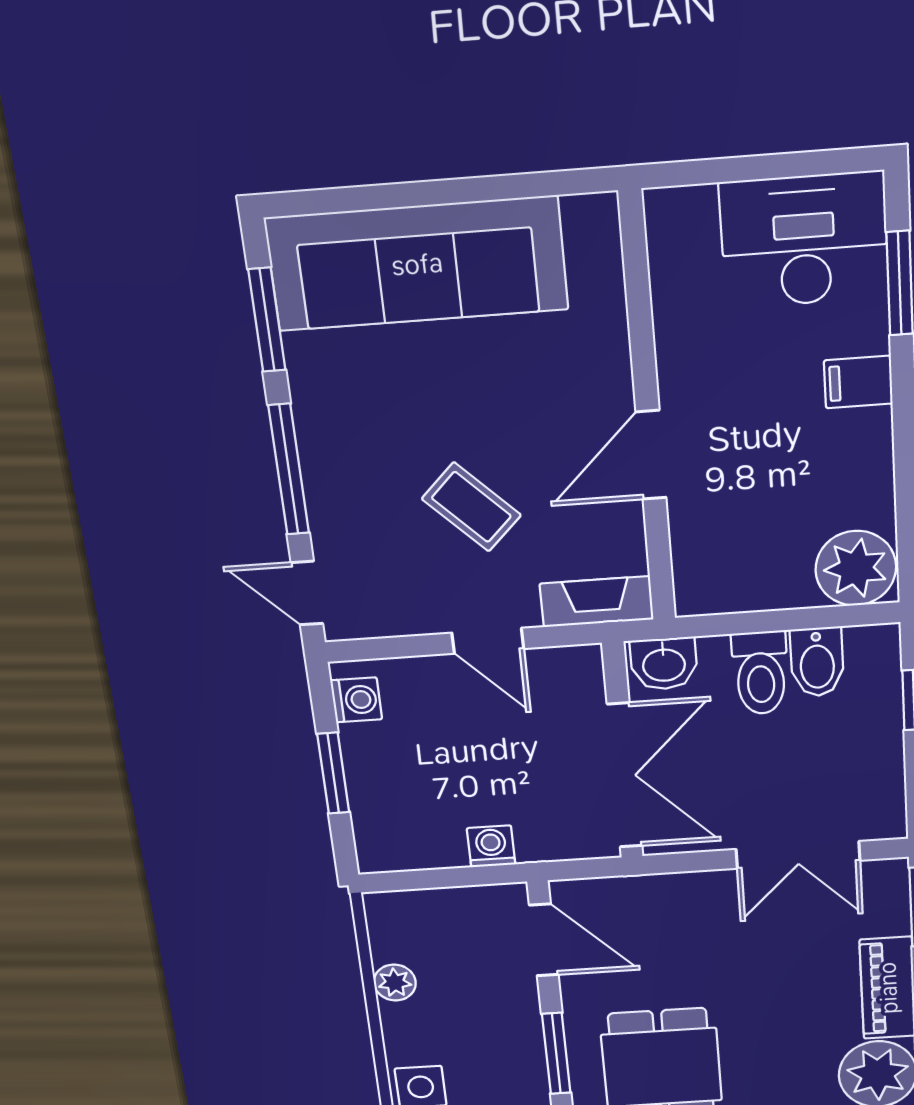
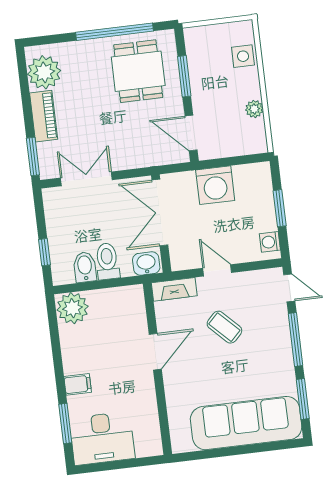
washing machine: (491, 846) -> (215, 185), width x1.89, depth x1.89

